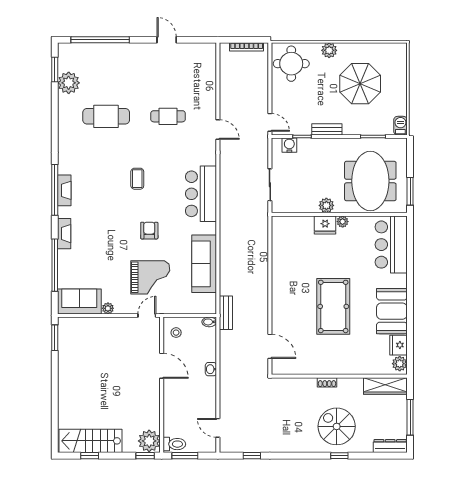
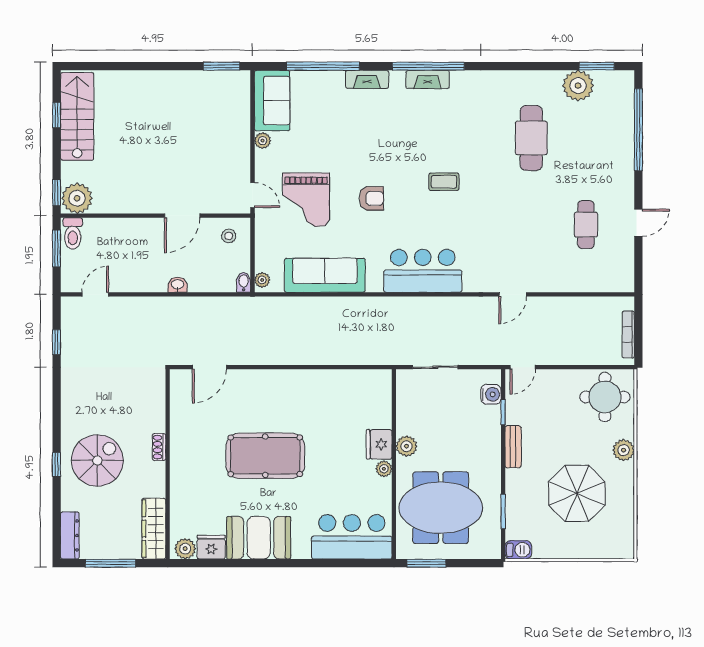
cafe table: (168, 116) -> (586, 225), moved
plant: (208, 309) -> (262, 280), added
bench: (226, 313) -> (256, 305), removed

